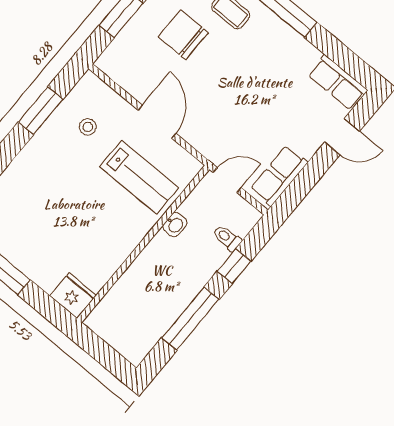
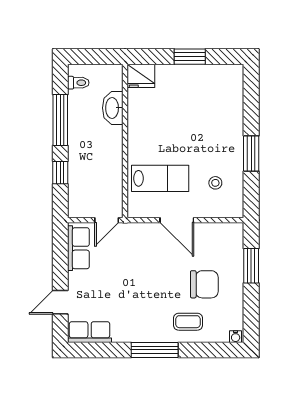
window: (41, 111) -> (251, 154), moved
lab bench: (139, 177) -> (160, 178), turned 180
washbasin: (175, 225) -> (113, 108), moved, width x1.91, depth x1.45
toilet: (227, 238) -> (78, 83), moved

